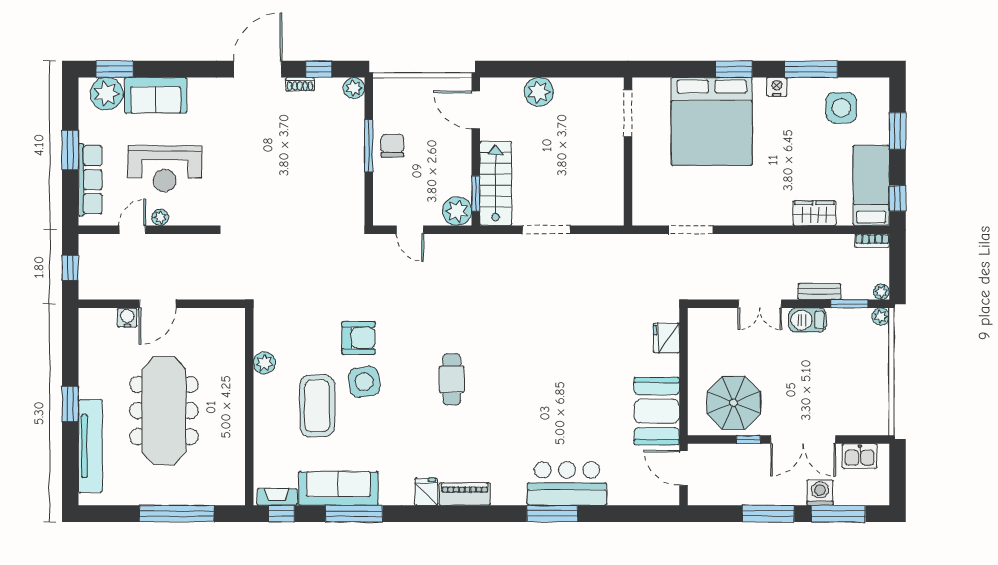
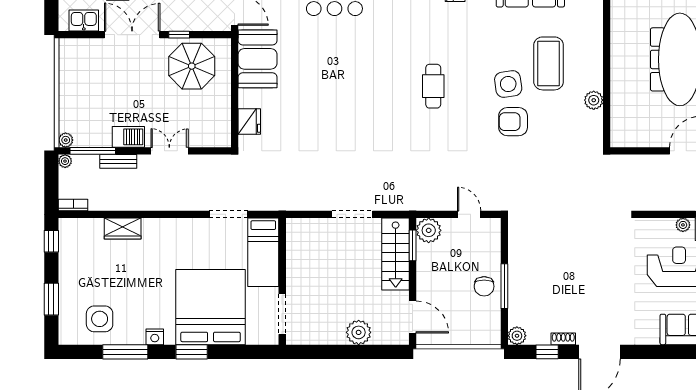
bed: (871, 185) -> (263, 252), moved
window: (849, 304) -> (93, 151), width x1.44

